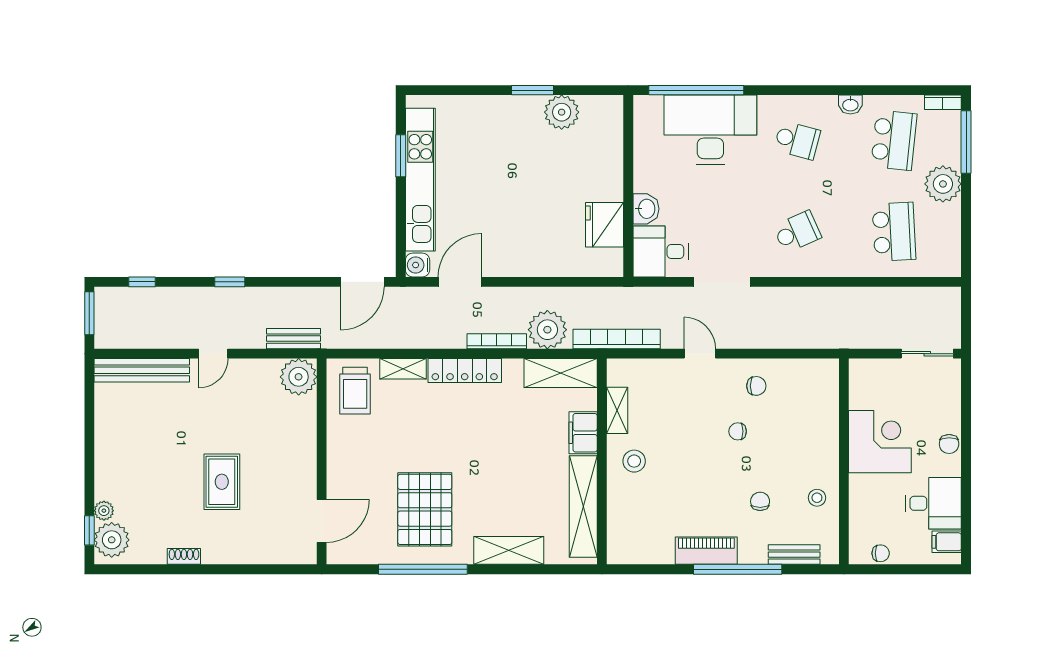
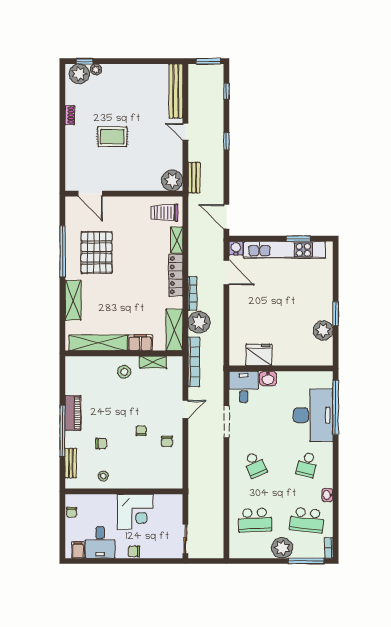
pallet: (425, 509) -> (97, 252), turned 90

